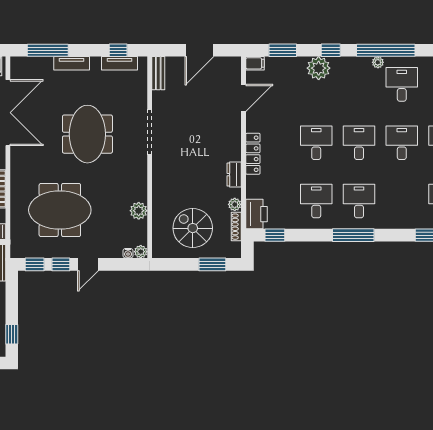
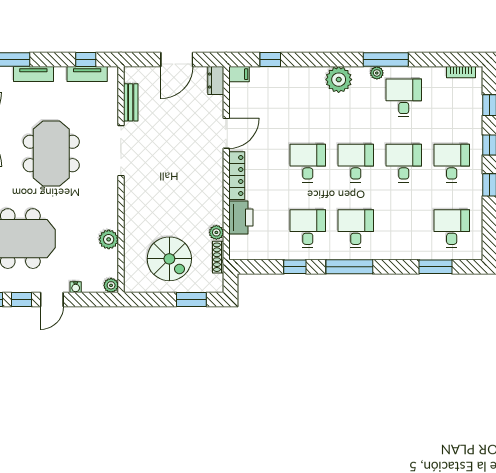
window: (283, 50) -> (270, 60), width x0.67
window: (331, 50) -> (324, 60), removed
window: (386, 50) -> (386, 60), width x0.68
plant: (319, 68) -> (339, 80), moved
bench: (158, 73) -> (131, 102), moved
door: (244, 98) -> (226, 133), moved
dresser: (234, 175) -> (216, 81), moved
printer: (256, 214) -> (241, 218), moved
spiral stairs: (193, 228) -> (169, 259), turned 180
window: (275, 235) -> (295, 267), moved
water cooler: (128, 253) -> (76, 287), moved

